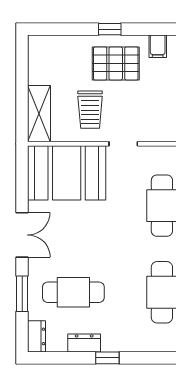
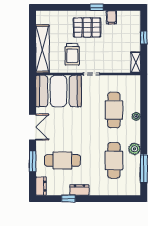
window: (110, 29) -> (97, 7), moved
shelving: (39, 114) -> (42, 49), width x1.47
dresser: (84, 343) -> (79, 190), moved
window: (107, 358) -> (68, 199), moved

